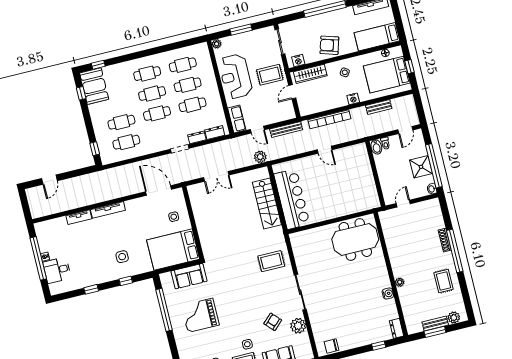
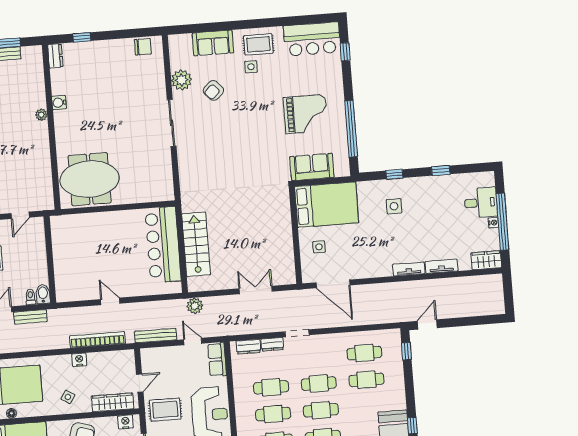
nightstand: (353, 99) -> (79, 360), moved
bench: (379, 107) -> (30, 317), moved
door: (49, 180) -> (427, 324), moved
tv unit: (108, 210) -> (409, 269), width x0.71
wardrobe: (46, 227) -> (486, 260), added
rug: (271, 261) -> (203, 169), removed

